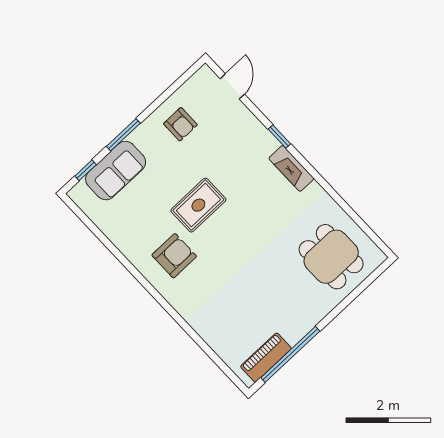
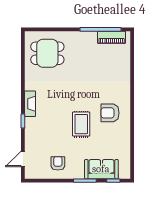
rug: (198, 205) -> (81, 124), turned 90
dining table: (331, 257) -> (47, 53), turned 90

